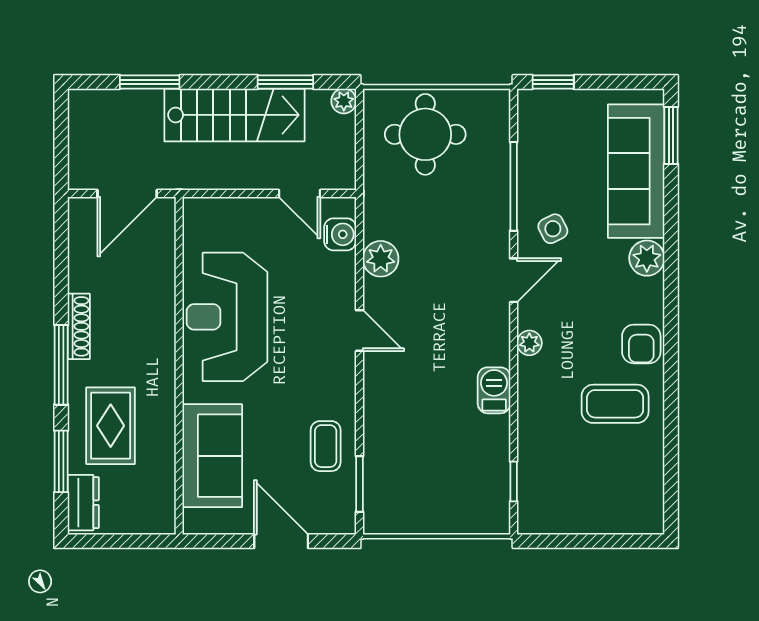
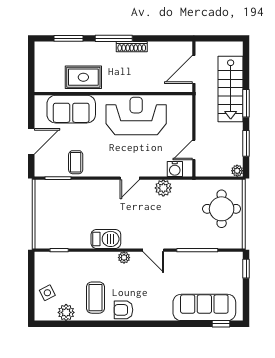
window: (150, 82) -> (246, 103), moved
stairs: (234, 115) -> (231, 89), moved
window: (671, 136) -> (221, 324), width x0.67
door: (127, 193) -> (194, 69), hinge flipped
side table: (553, 229) -> (47, 293), moved
plant: (647, 258) -> (66, 312), moved
barbecue: (494, 390) -> (106, 239), width x1.38, depth x1.27
rug: (111, 426) -> (83, 77), moved
coffee table: (326, 446) -> (76, 162), turned 90
dresser: (83, 503) -> (49, 49), removed

